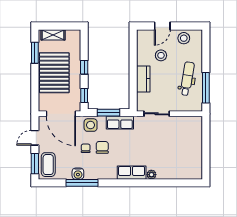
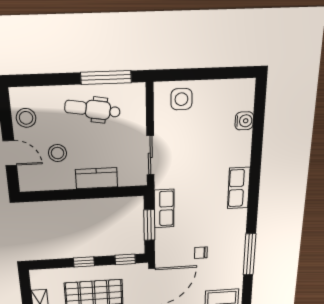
side table: (91, 125) -> (181, 99), moved
chair: (102, 147) -> (200, 231), removed
water cooler: (78, 174) -> (244, 121), moved
plant: (151, 175) -> (244, 159), removed

